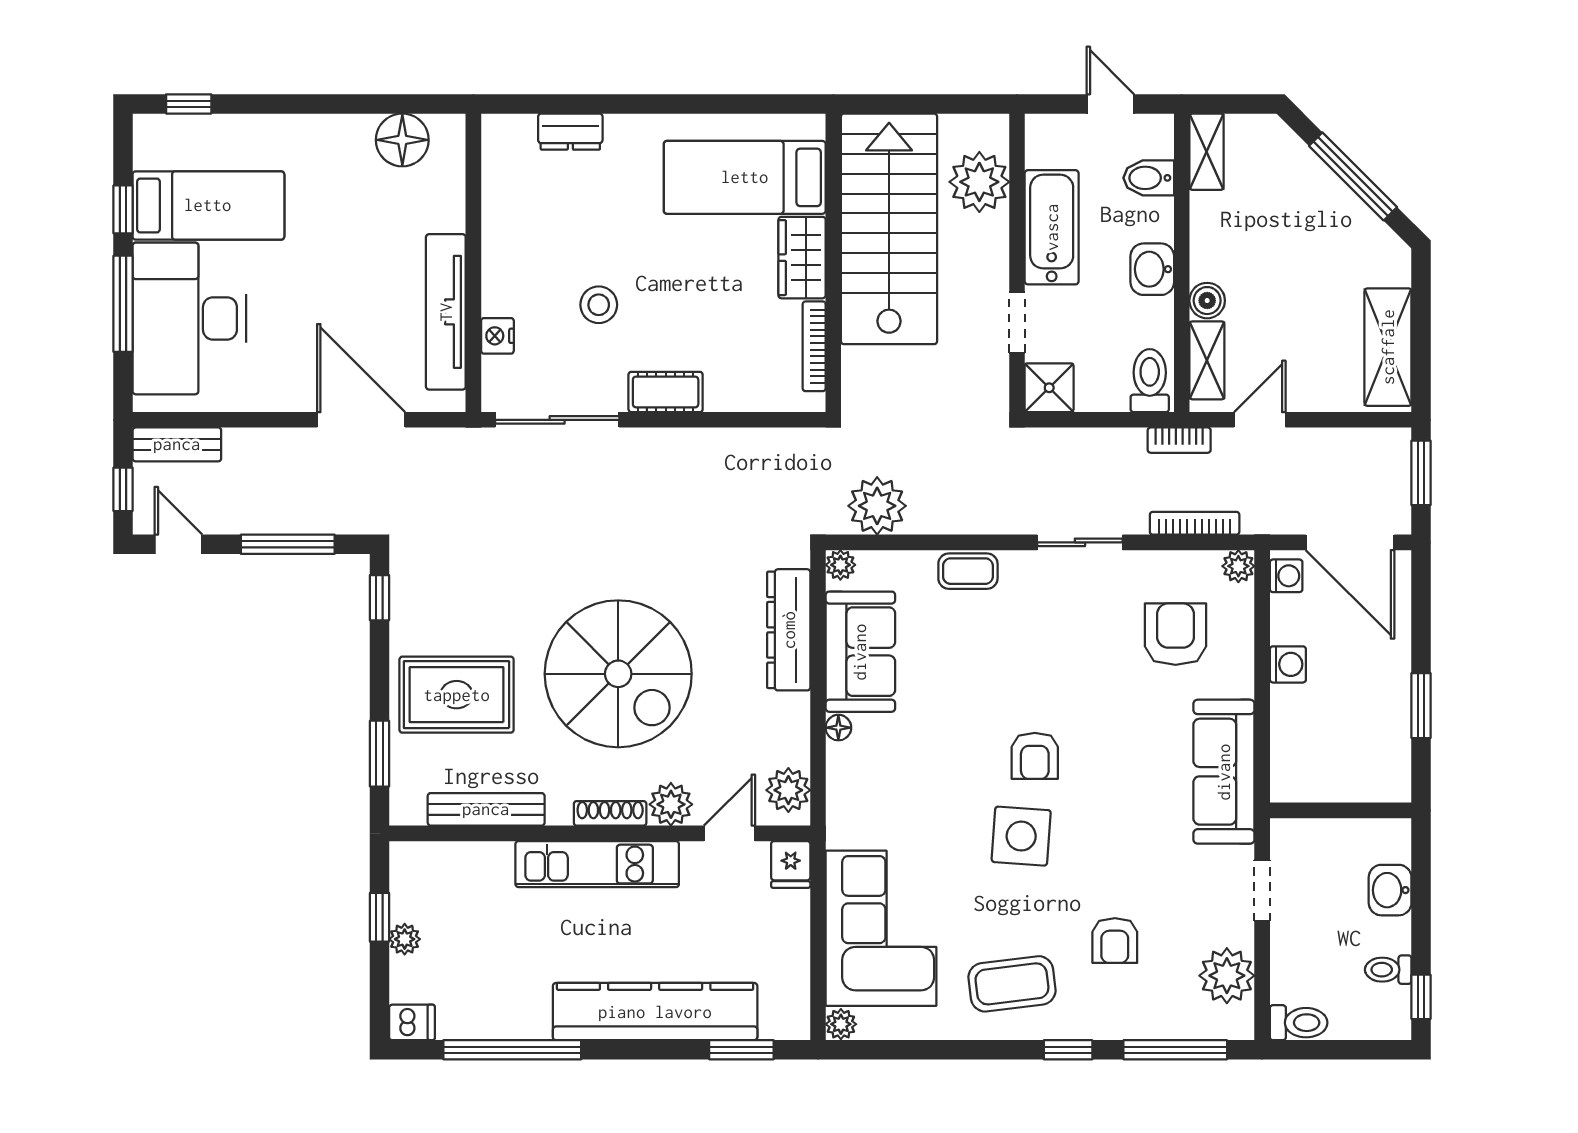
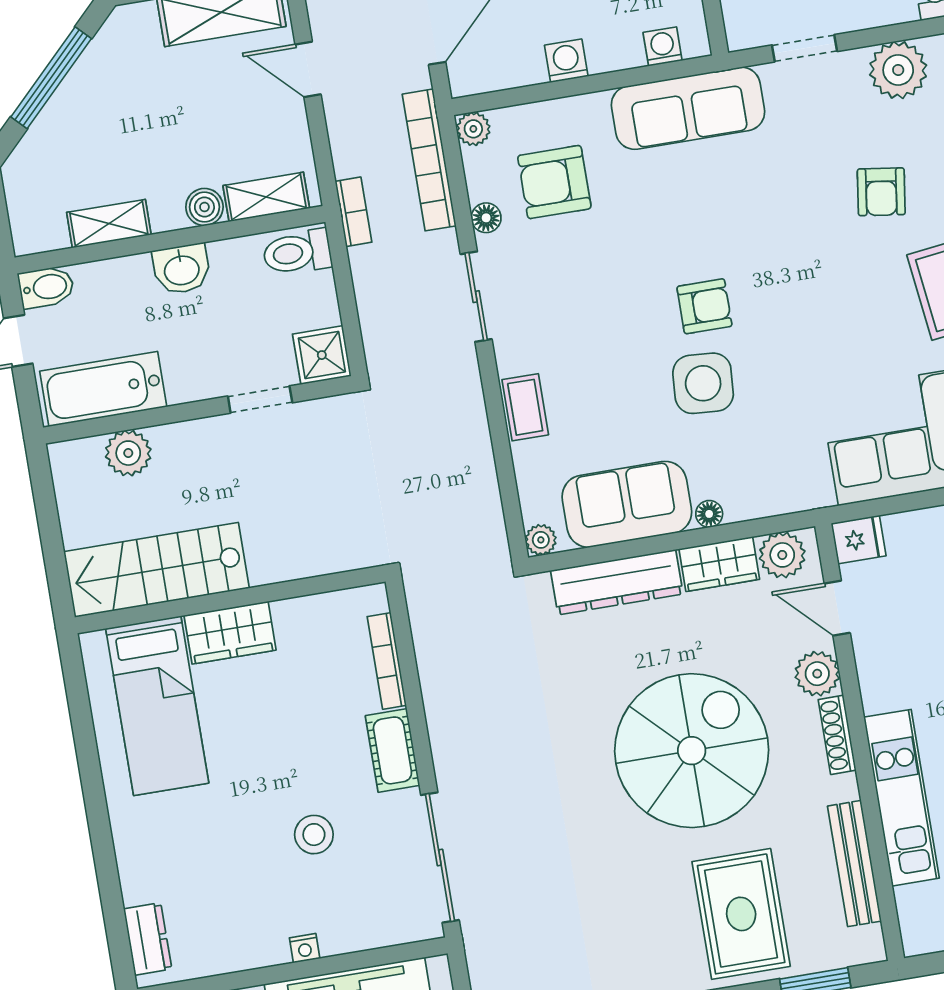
dresser: (570, 132) -> (148, 939), moved
shelving: (1207, 152) -> (109, 224), moved
bidet: (1149, 178) -> (46, 287), moved, turned -90
plant: (979, 182) -> (128, 453), width x0.73, depth x0.73
bathtub: (1052, 227) -> (103, 389), moved
stairs: (889, 229) -> (156, 570), width x0.73, depth x0.66
nightstand: (497, 336) -> (305, 948), moved, width x0.72, depth x0.74
bookcase: (814, 346) -> (387, 661), moved, turned 90
door: (1260, 420) -> (308, 69), moved
plant: (877, 506) -> (474, 512), removed
bookcase: (1195, 523) -> (429, 160), width x1.48, depth x1.31
floor lamp: (1153, 564) -> (486, 218), added
washing machine: (1286, 576) -> (663, 47), moved
wardrobe: (790, 729) -> (719, 564), added
side table: (1021, 836) -> (703, 383), moved
kitchen unit: (597, 864) -> (901, 798), moved
armchair: (1115, 941) -> (881, 192), turned 98

